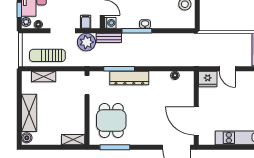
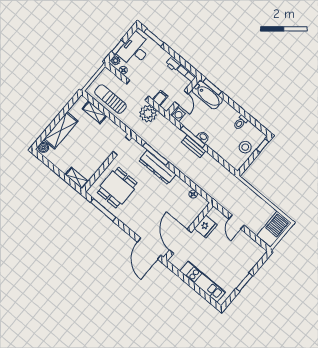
bench: (109, 38) -> (193, 147), moved
fridge: (208, 79) -> (206, 227), moved, turned -90

